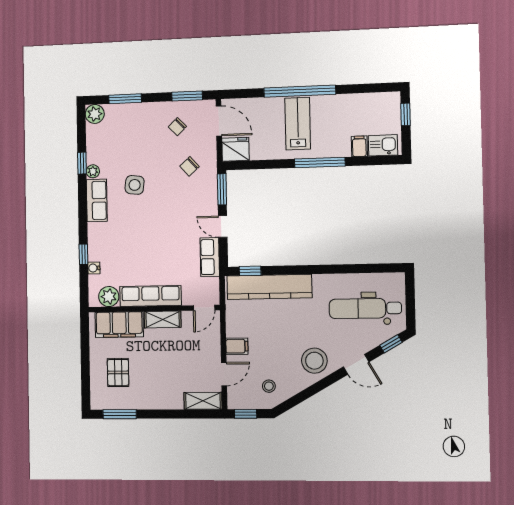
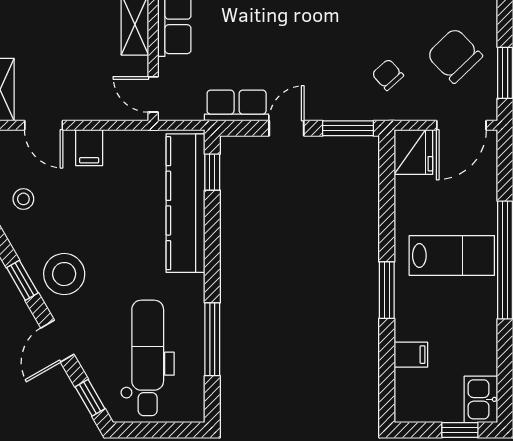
chair: (177, 127) -> (455, 55), width x1.87, depth x1.87
kitchen sink: (383, 145) -> (481, 399), moved, turned 180
window: (320, 162) -> (387, 290), width x0.69
window: (353, 269) -> (212, 339), added
window: (319, 386) -> (22, 280), added

